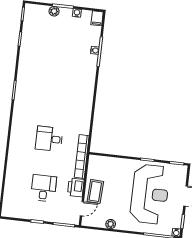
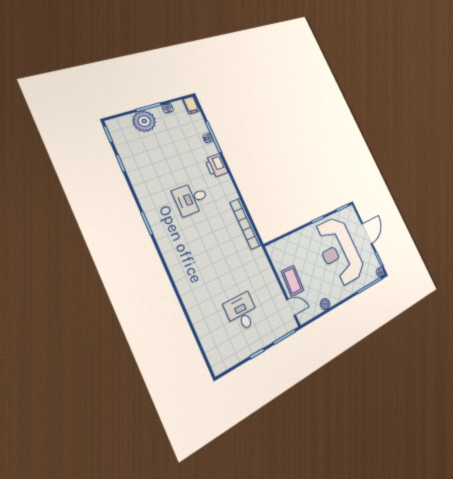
plant: (54, 11) -> (144, 121), width x1.87, depth x1.87
desk: (49, 139) -> (191, 199), moved
bookcase: (82, 156) -> (246, 224), moved
printer: (76, 188) -> (216, 166), moved
reception desk: (150, 194) -> (339, 251), turned 180
door: (82, 209) -> (291, 307), hinge flipped

